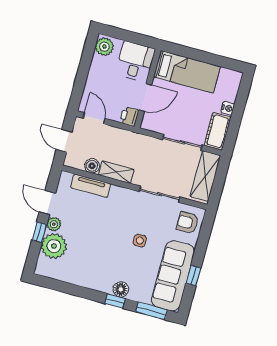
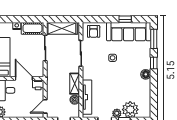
tv unit: (91, 186) -> (87, 97), width x1.41
floor lamp: (121, 289) -> (146, 74), moved

